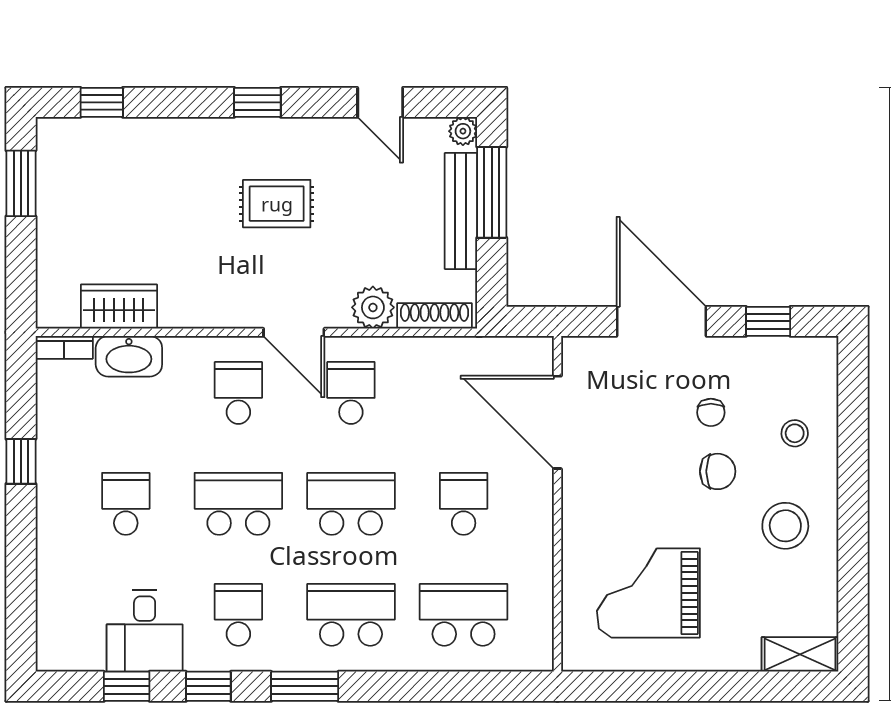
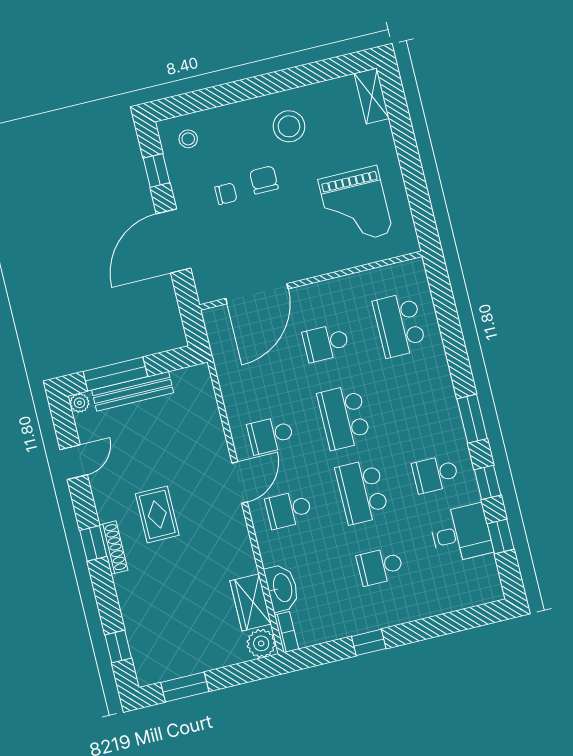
plant: (373, 307) -> (261, 643), moved
shoe rack: (435, 316) -> (113, 548), moved, turned 180
stool: (795, 433) -> (188, 139), moved
school desk: (351, 615) -> (417, 400), removed

